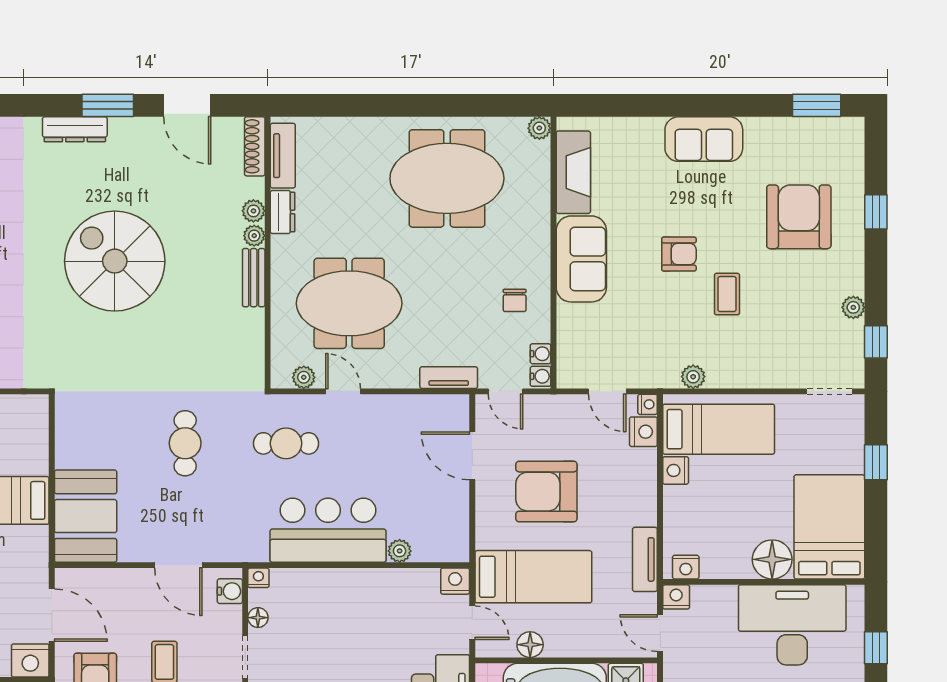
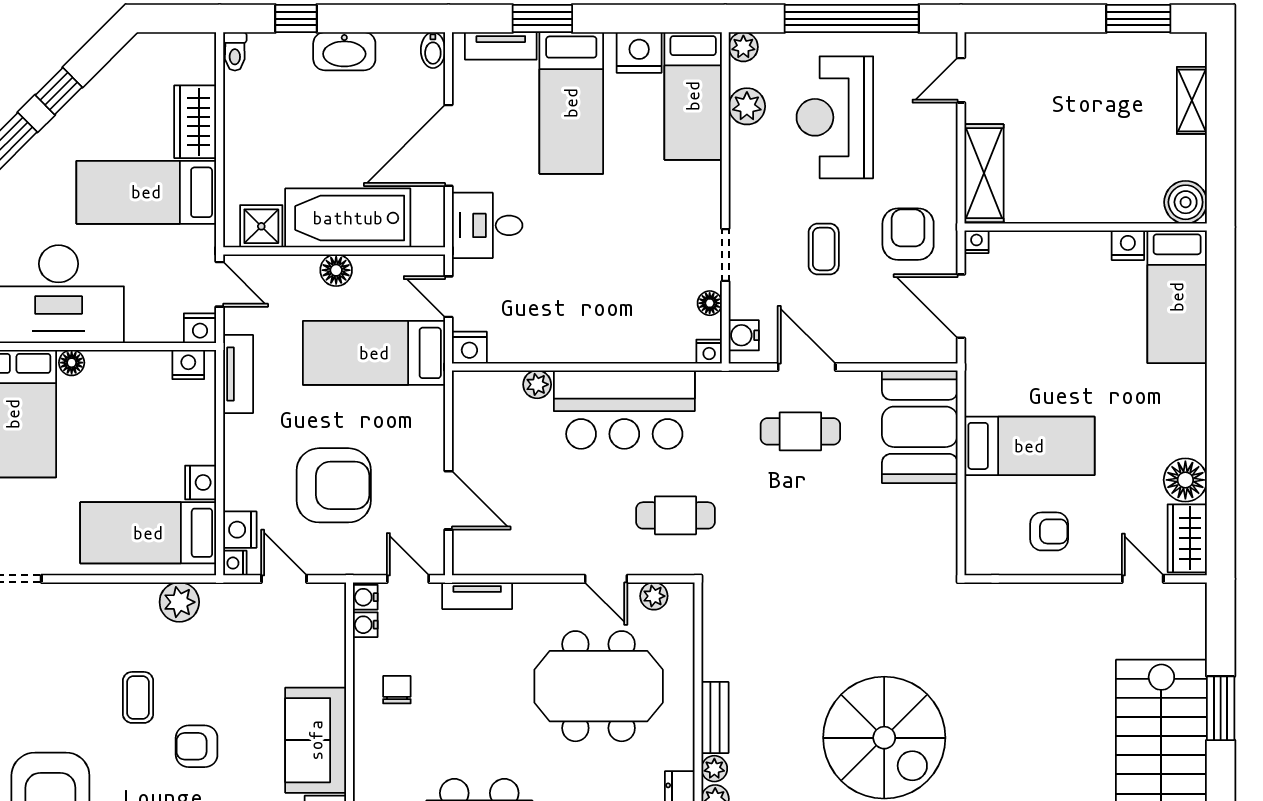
plant: (693, 377) -> (179, 602), width x1.38, depth x1.38
cafe table: (185, 443) -> (800, 431), moved, turned 90
armchair: (546, 492) -> (334, 485), moved
floor lamp: (772, 559) -> (72, 363), width x0.53, depth x0.53
floor lamp: (530, 645) -> (336, 270), moved
nightstand: (30, 660) -> (976, 242), width x0.53, depth x0.56

